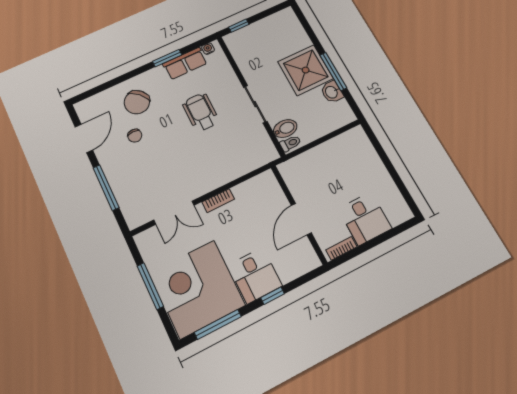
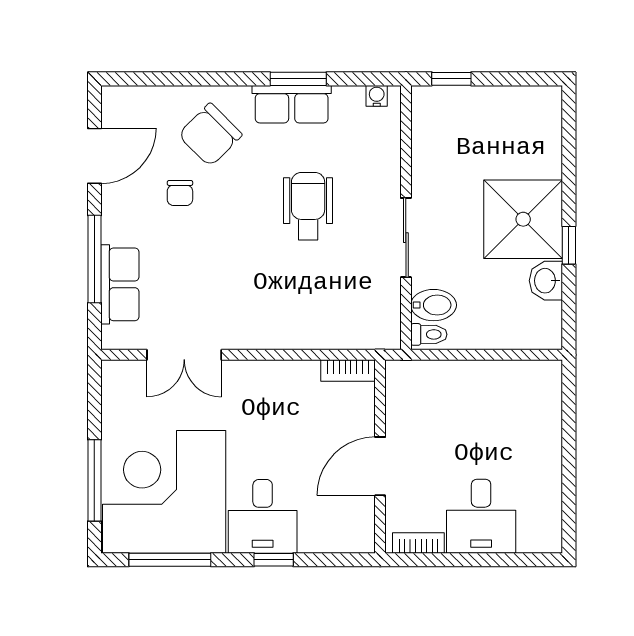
row of seats: (185, 63) -> (292, 104), moved
window: (333, 71) -> (569, 245), width x0.46
row of seats: (125, 194) -> (120, 284), added
bookcase: (218, 201) -> (348, 371), moved
window: (150, 286) -> (94, 480), moved

